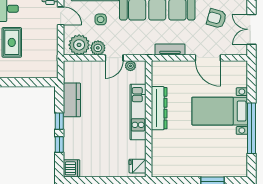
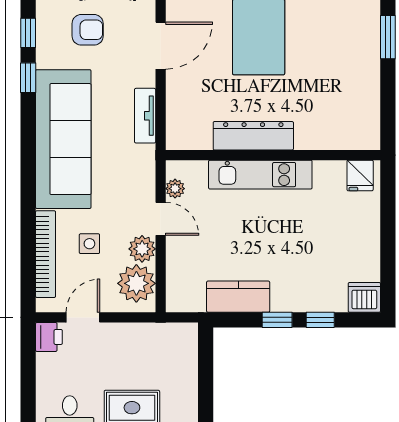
armchair: (216, 18) -> (88, 30), turned -106

